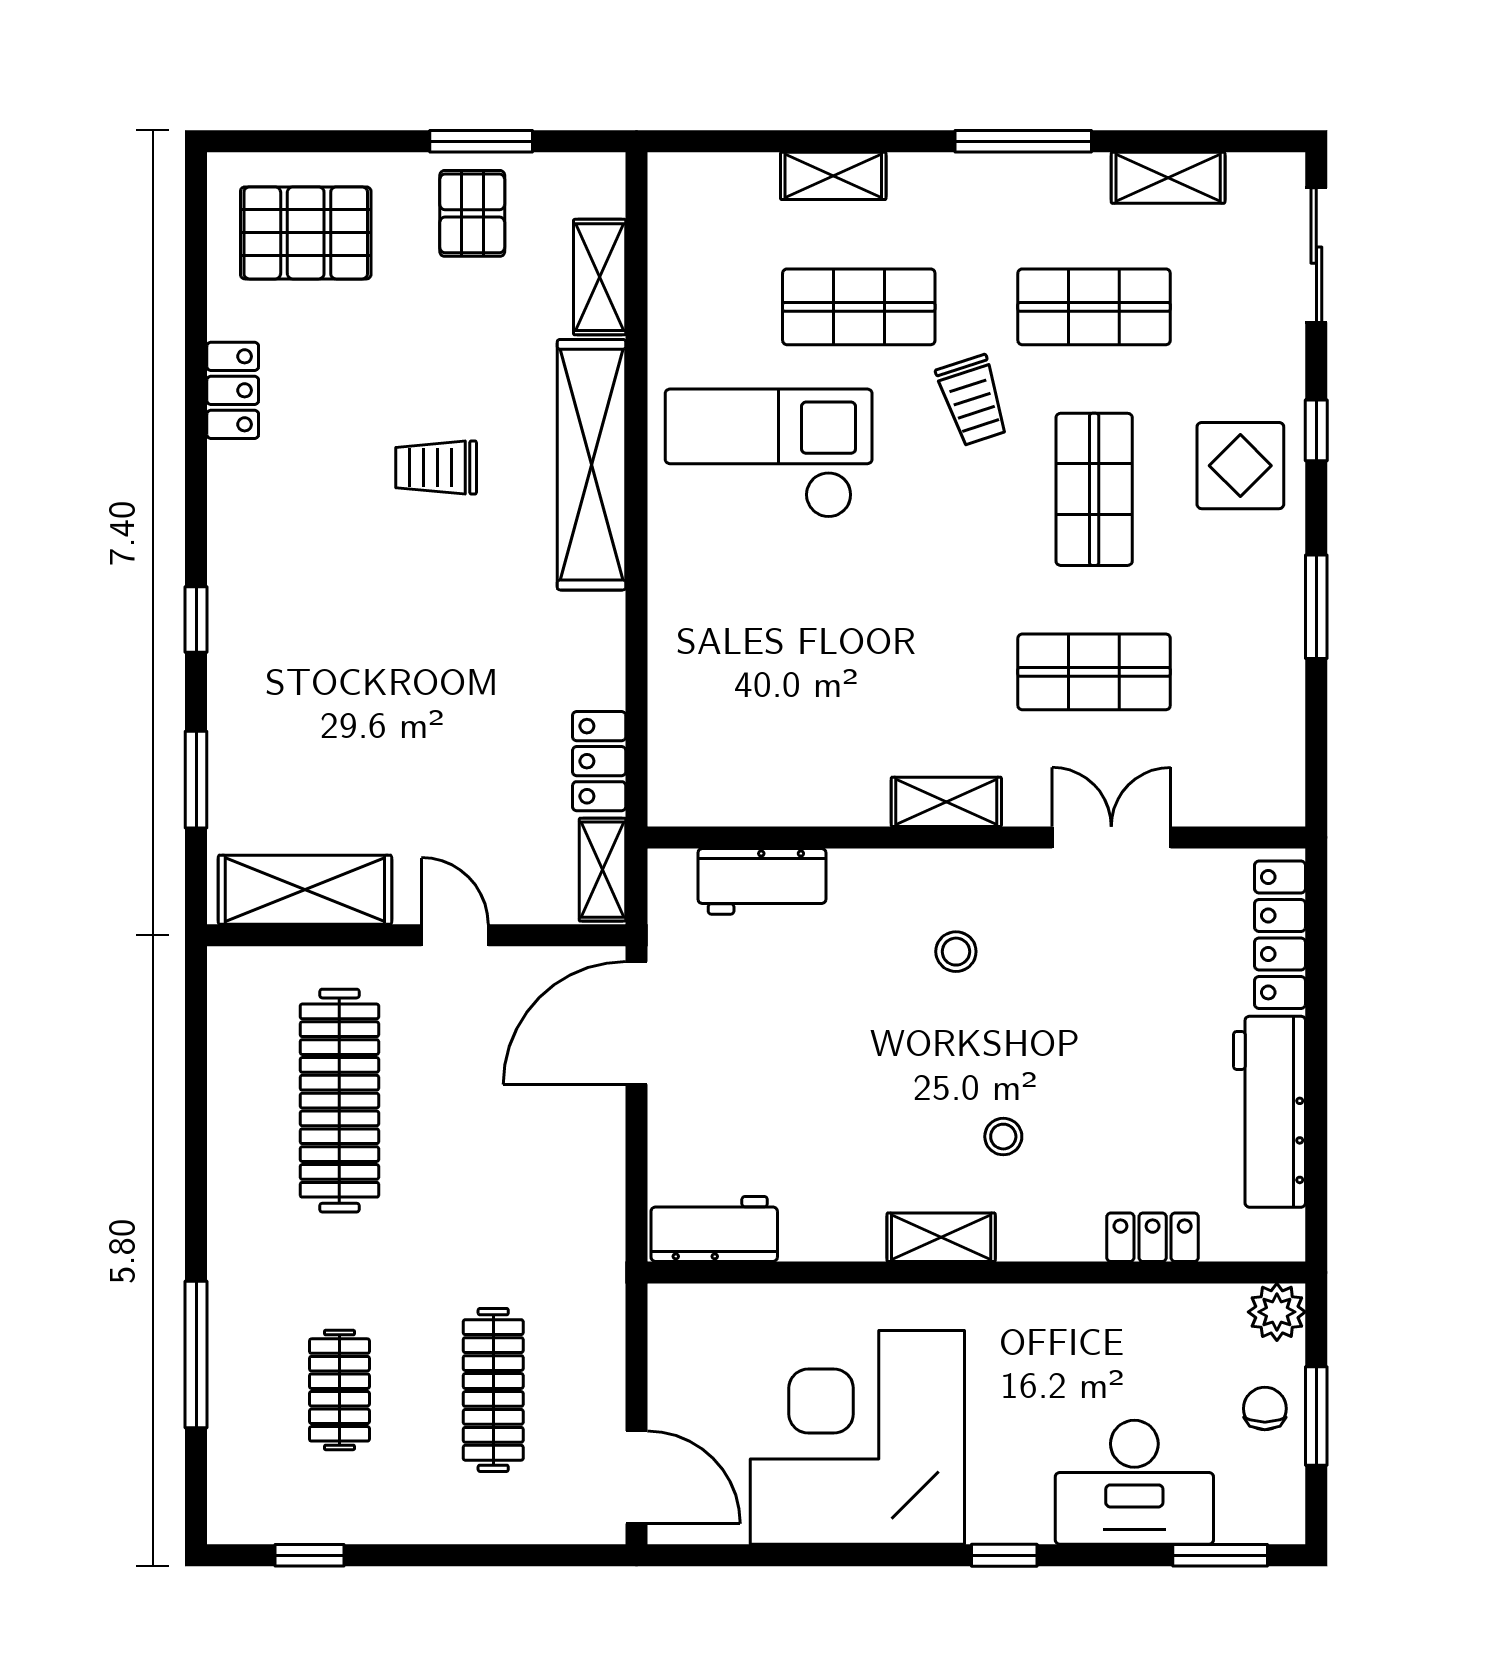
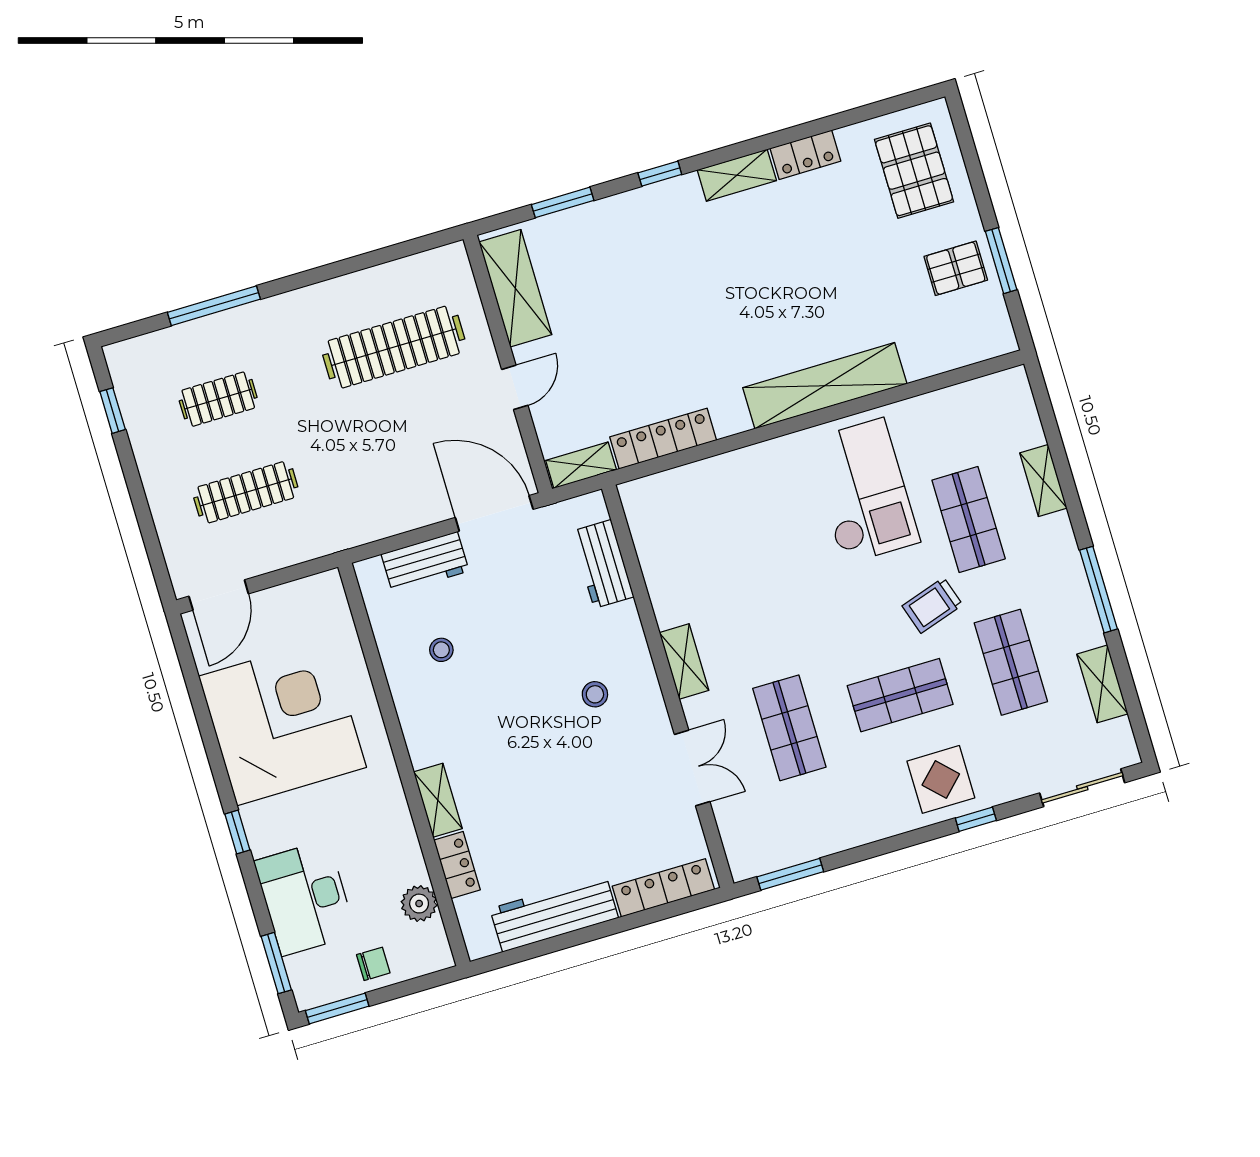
shelving: (600, 277) -> (737, 175), moved
trolley: (436, 468) -> (795, 292), removed
window: (1316, 607) -> (790, 874), moved
locker: (599, 761) -> (663, 439), width x1.53
stool: (1003, 1137) -> (441, 650), moved
workbench: (714, 1229) -> (425, 563), moved, turned 90
shelving: (941, 1237) -> (438, 800), moved
plant: (1277, 1312) -> (419, 904), moved
window: (1316, 1416) -> (337, 1008), moved

